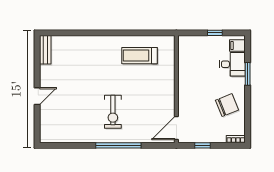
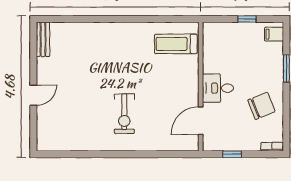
treadmill: (140, 56) -> (176, 44), moved
desk: (232, 64) -> (218, 88), moved, turned 180
door: (176, 128) -> (201, 121), moved
window: (118, 145) -> (131, 154), removed

